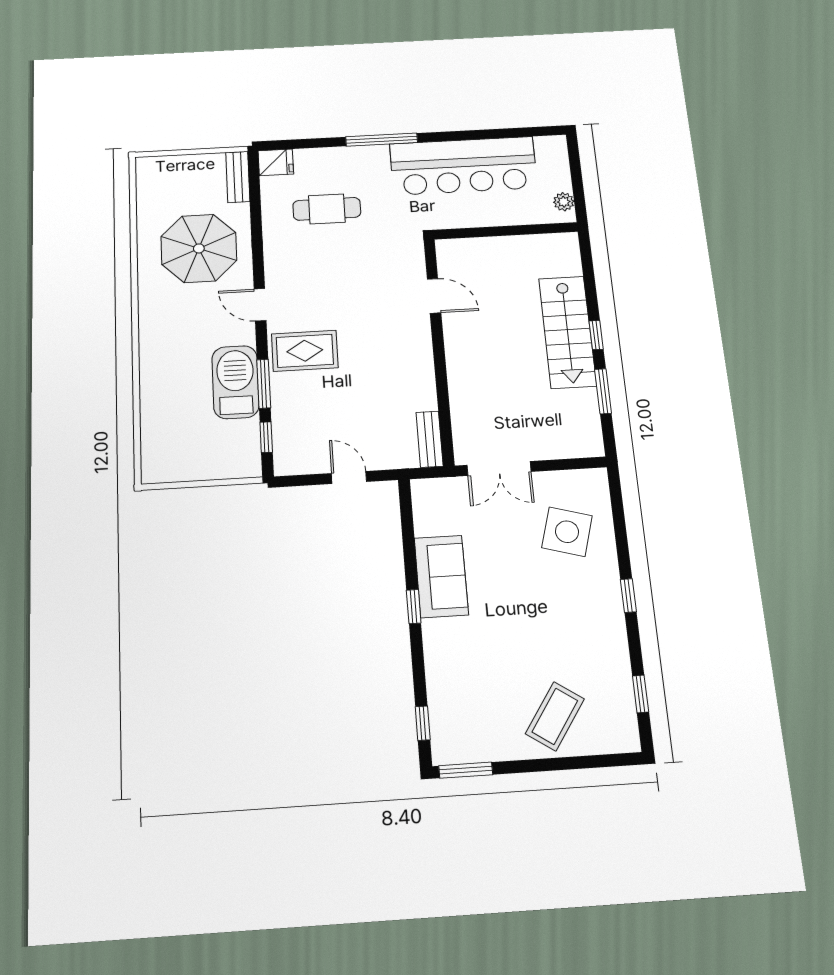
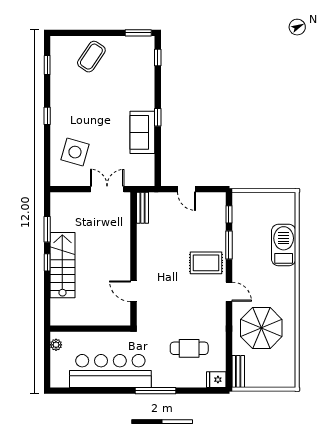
barbecue: (235, 382) -> (284, 245), moved, turned 180

